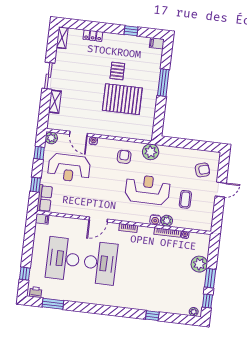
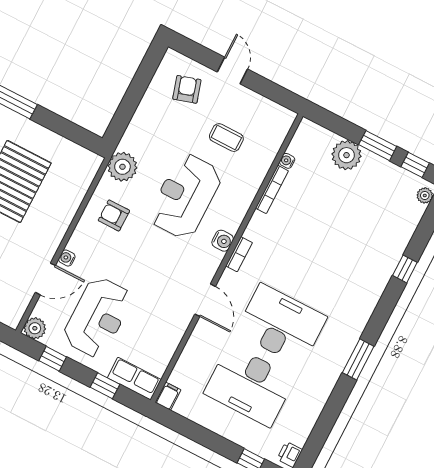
water cooler: (155, 220) -> (223, 241), moved
plant: (167, 221) -> (251, 183), removed
window: (53, 304) -> (358, 359), moved

